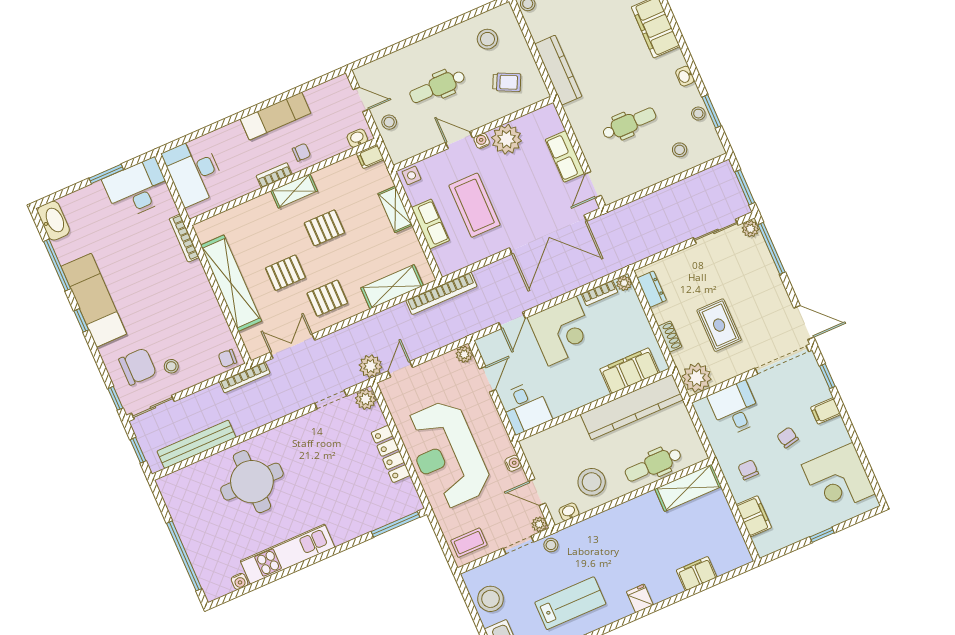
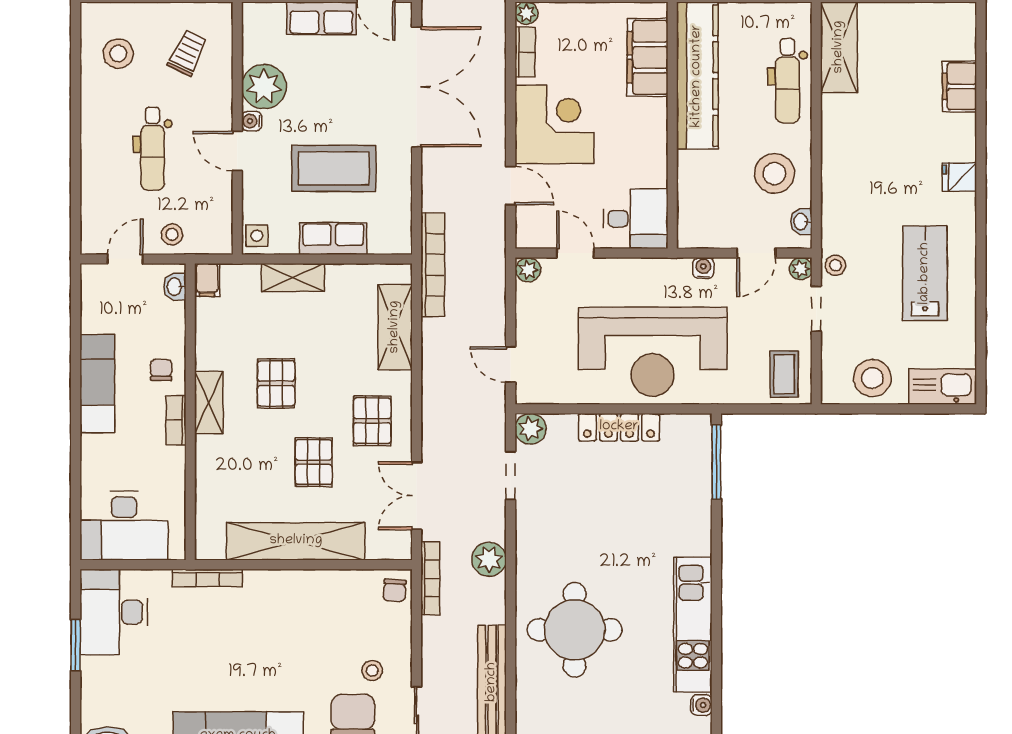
door: (459, 140) -> (237, 151), hinge flipped
plant: (371, 366) -> (489, 559), moved

